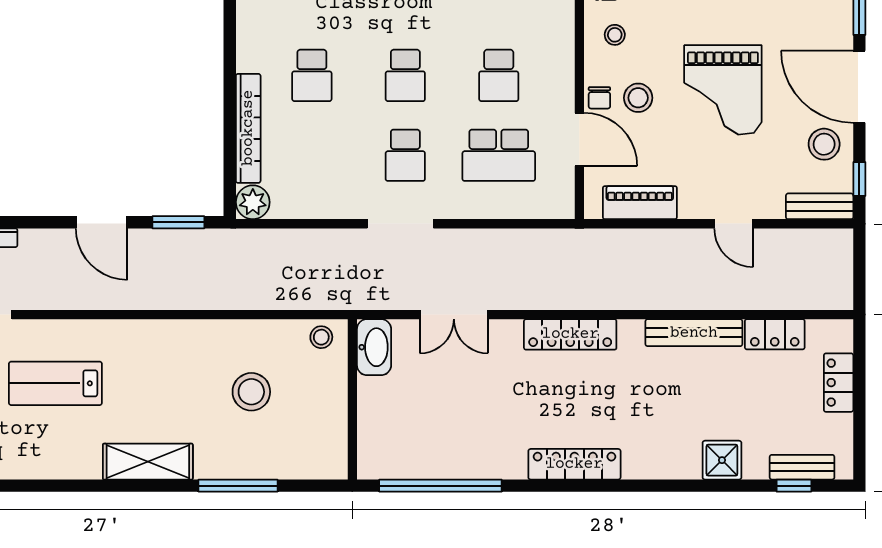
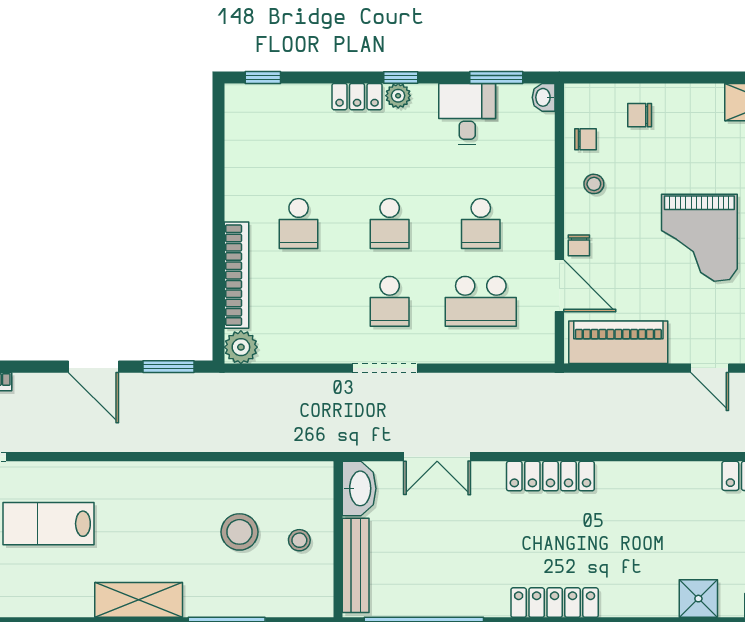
stool: (638, 98) -> (617, 245), removed
piano: (640, 203) -> (618, 342), width x1.37, depth x1.33
bench: (694, 333) -> (356, 565), moved, turned 90
stool: (321, 337) -> (299, 540), moved

